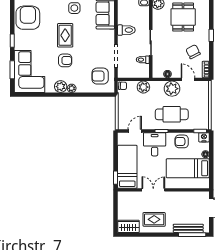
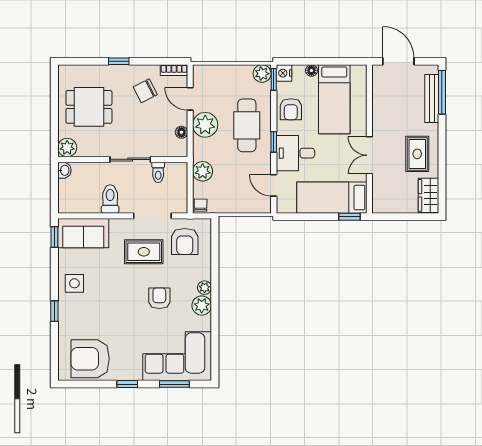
rug: (65, 35) -> (144, 252), moved
door: (188, 79) -> (190, 99), hinge flipped
plant: (204, 124) -> (262, 74), added

